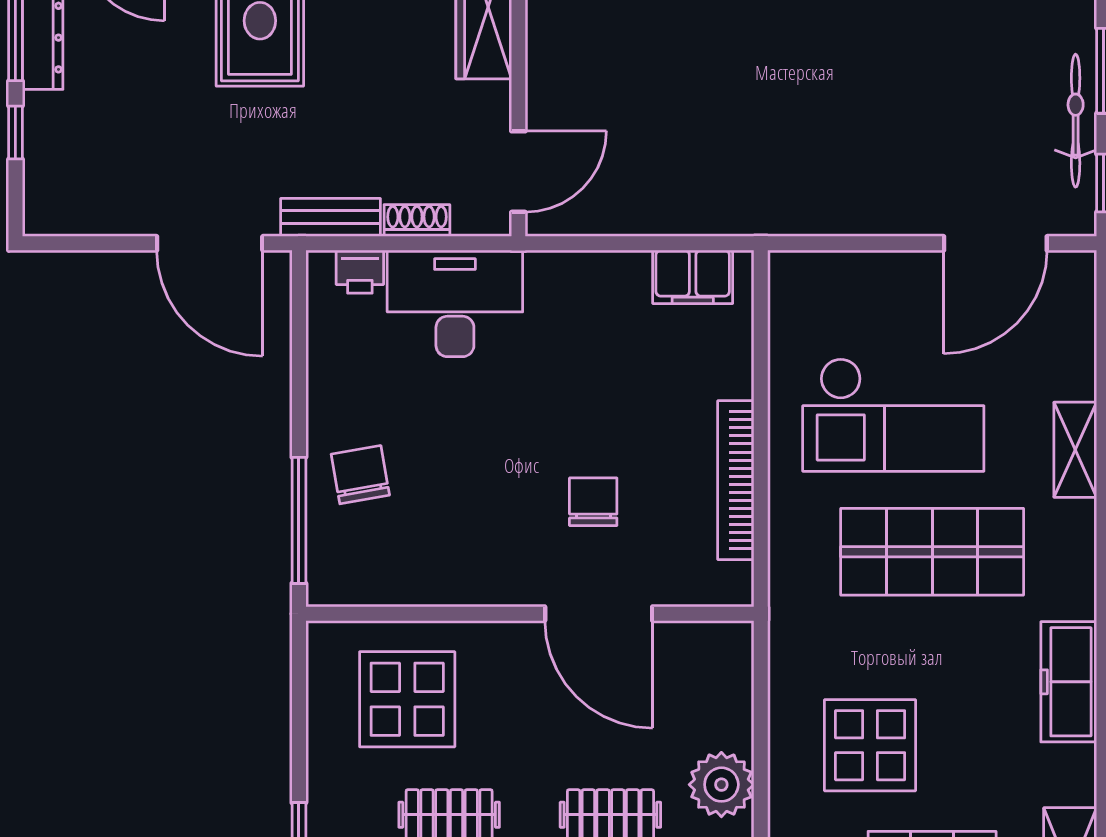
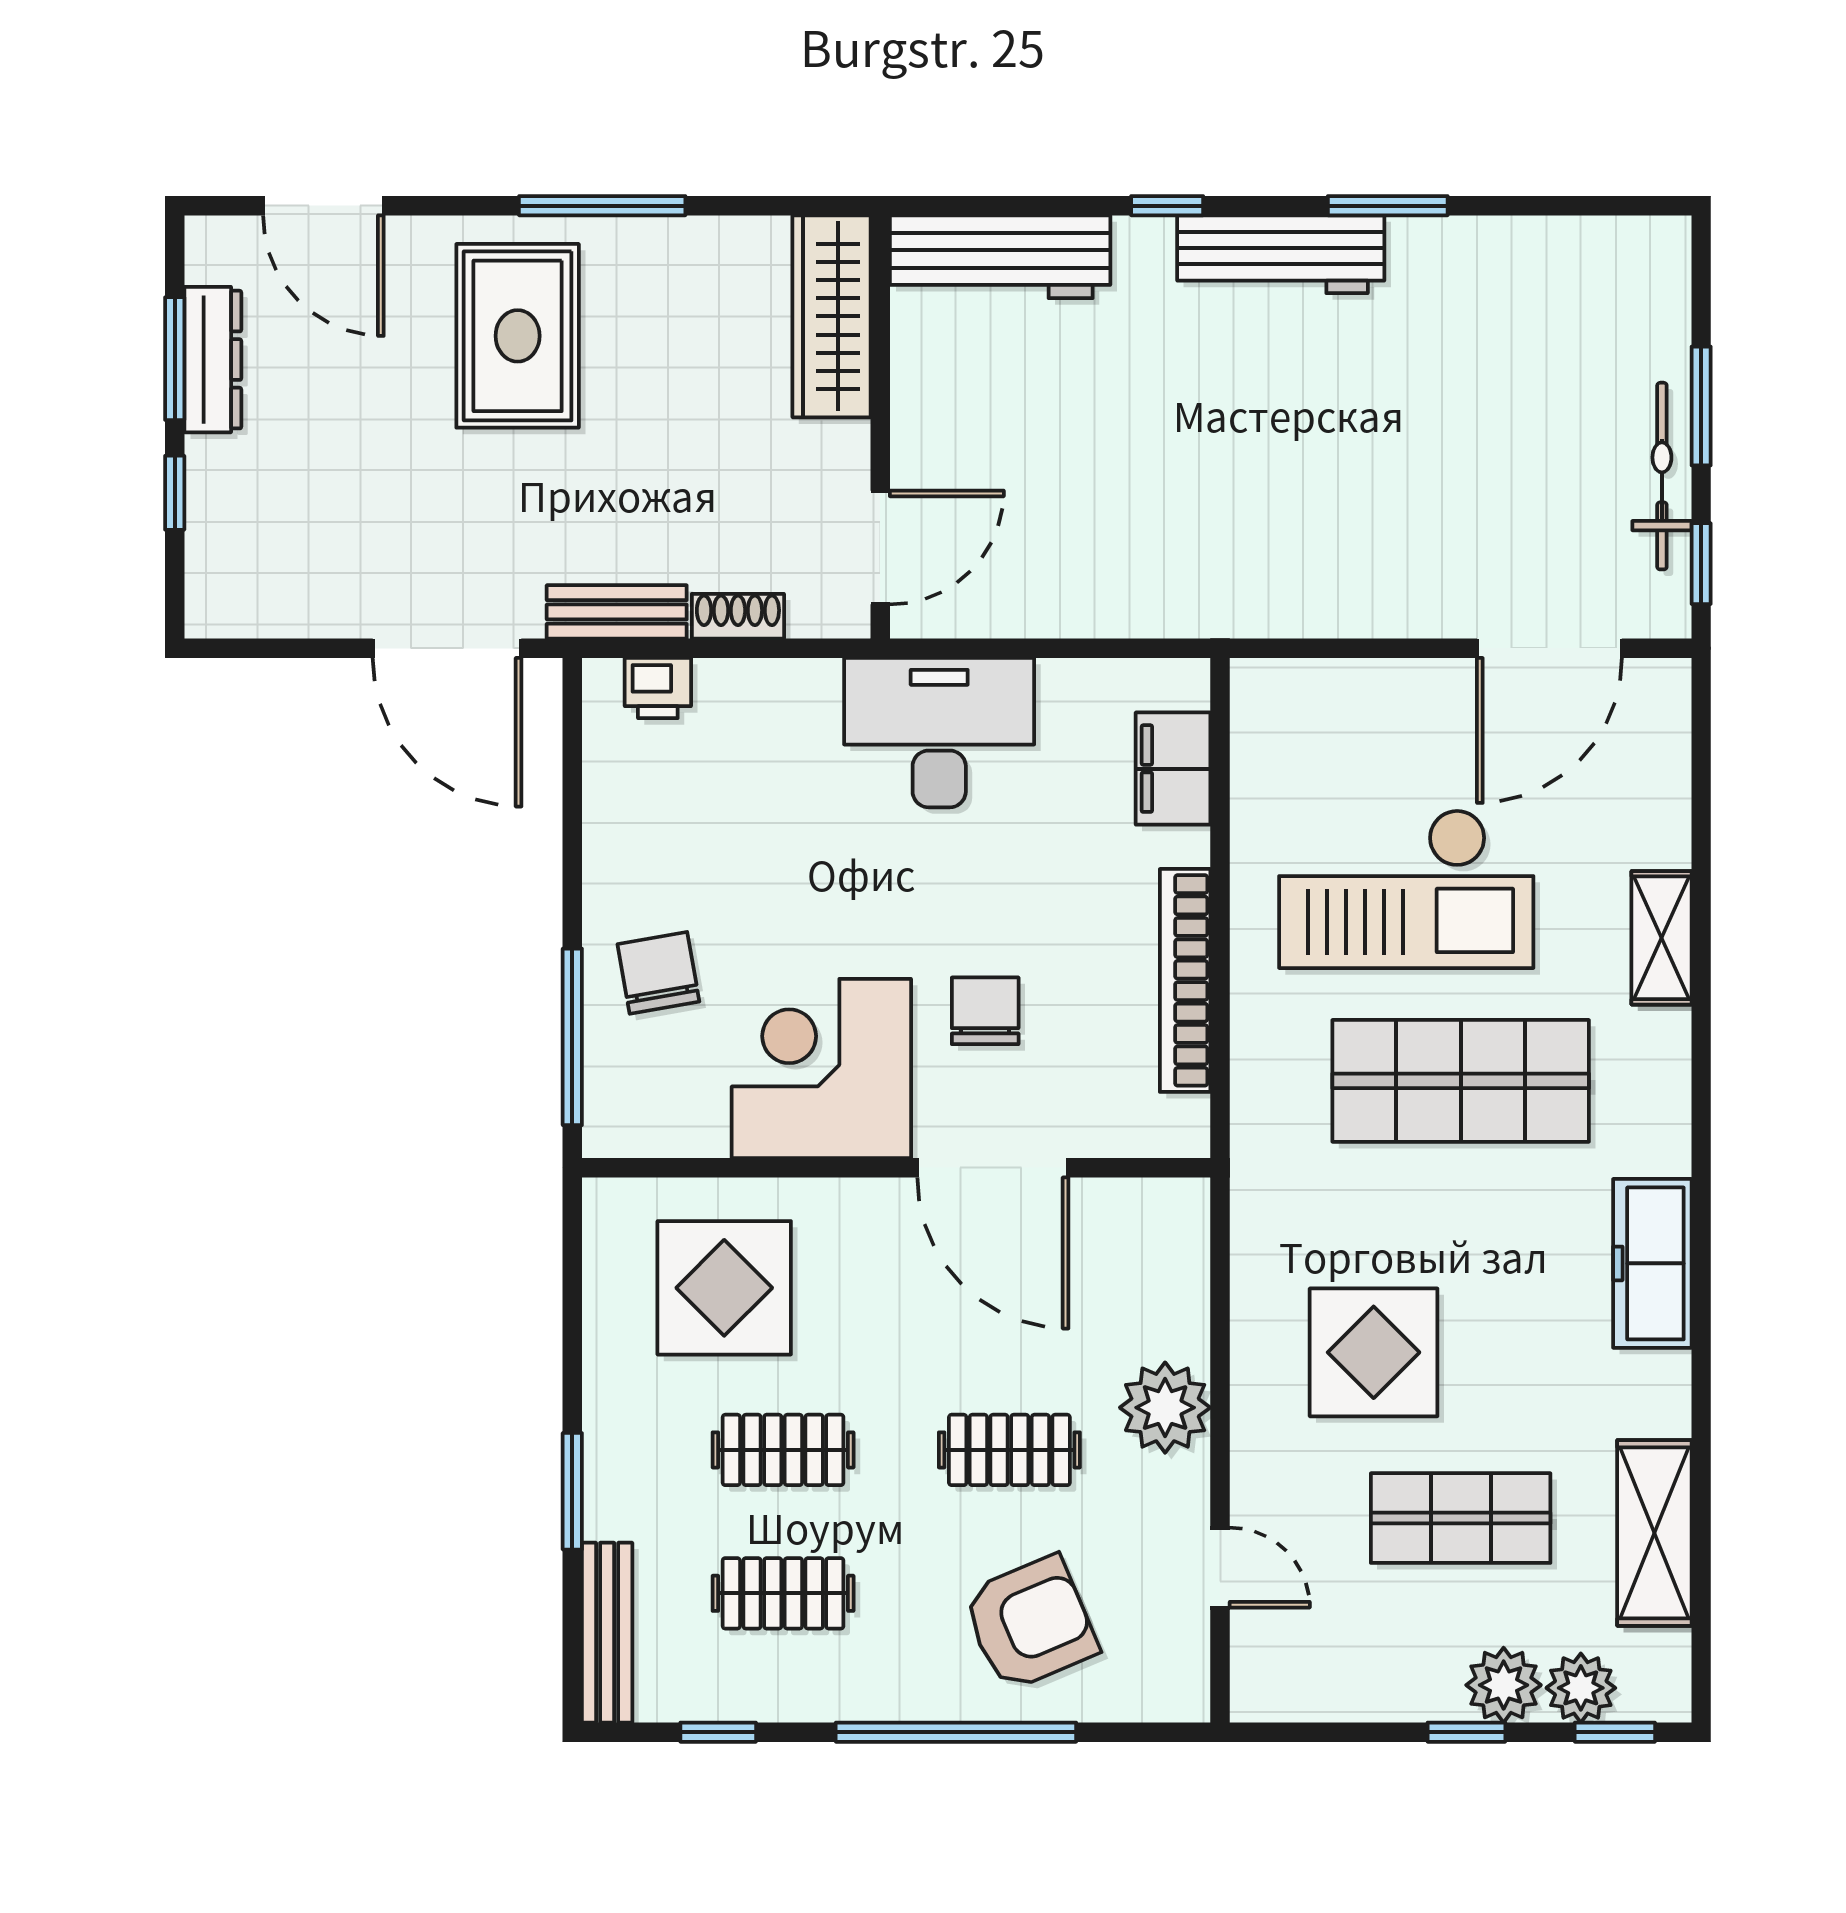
filing cabinet: (693, 277) -> (1173, 769), moved, turned 90
desk: (455, 303) -> (939, 733), moved
corner desk: (476, 543) -> (821, 1069), added

